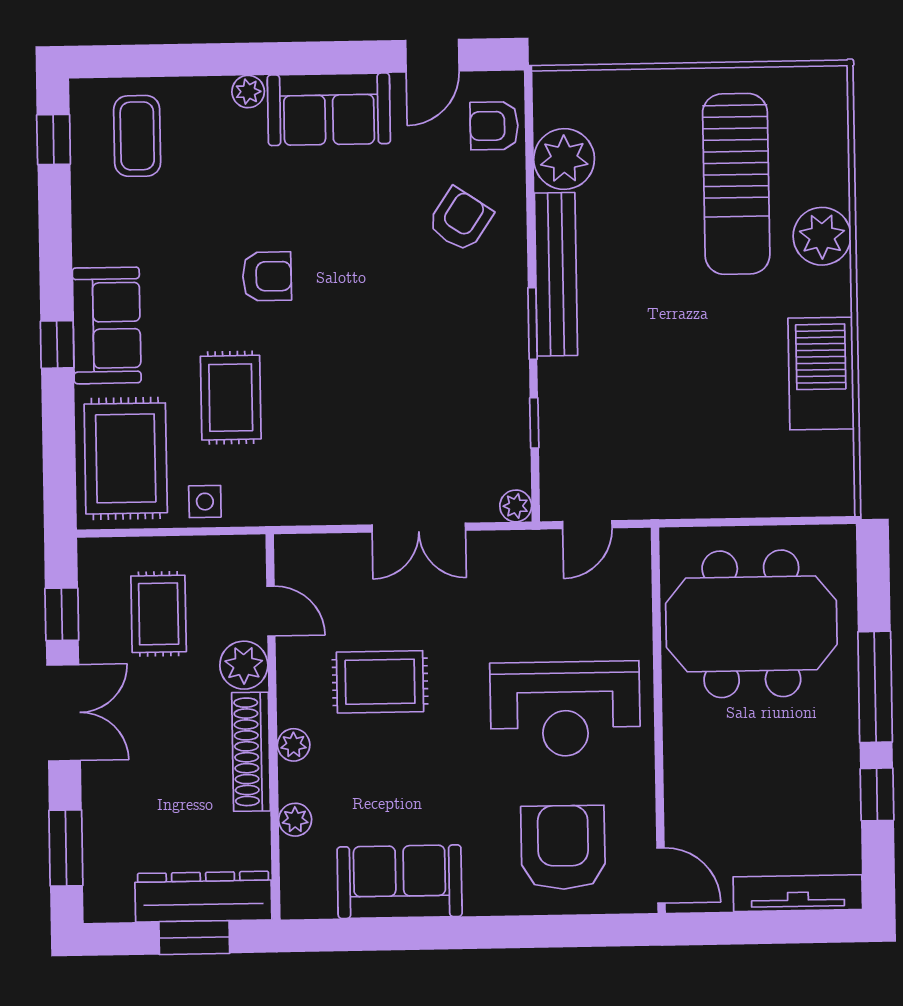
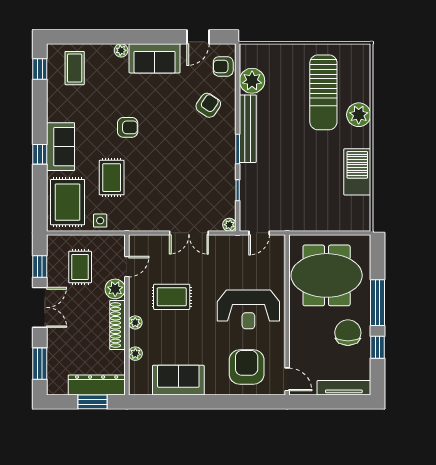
door: (271, 611) -> (127, 267), hinge flipped
chair: (805, 760) -> (348, 333), added

